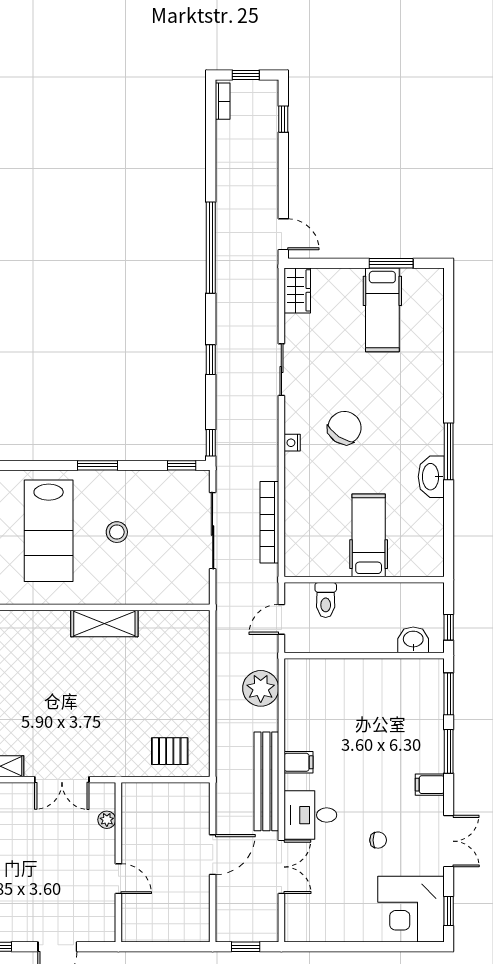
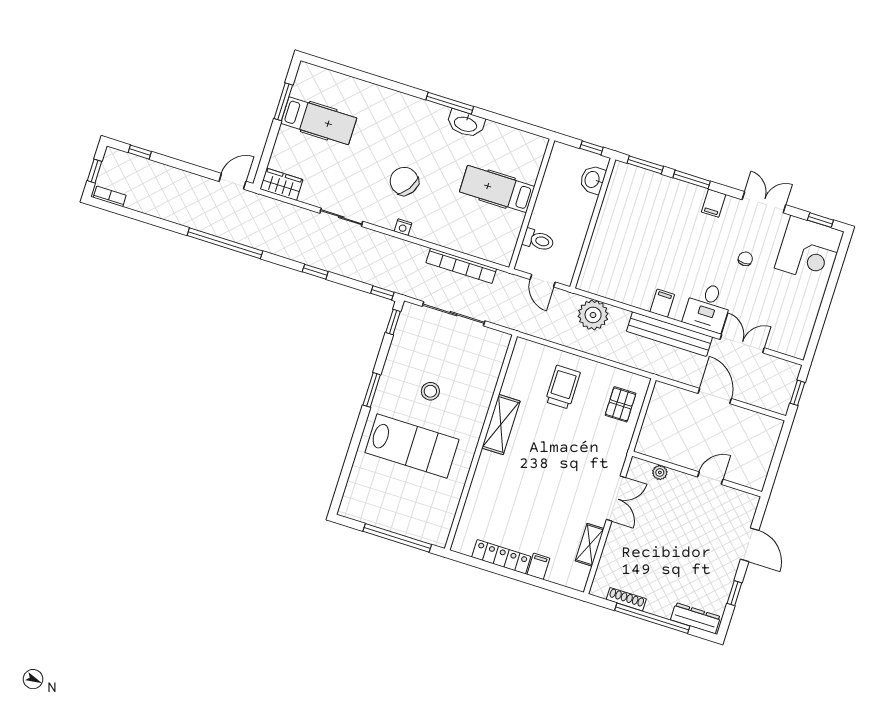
trolley: (169, 680) -> (563, 387), added

